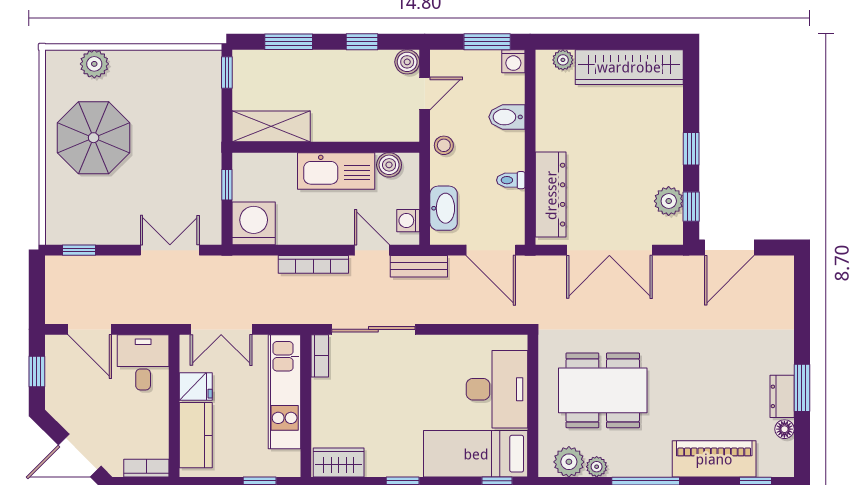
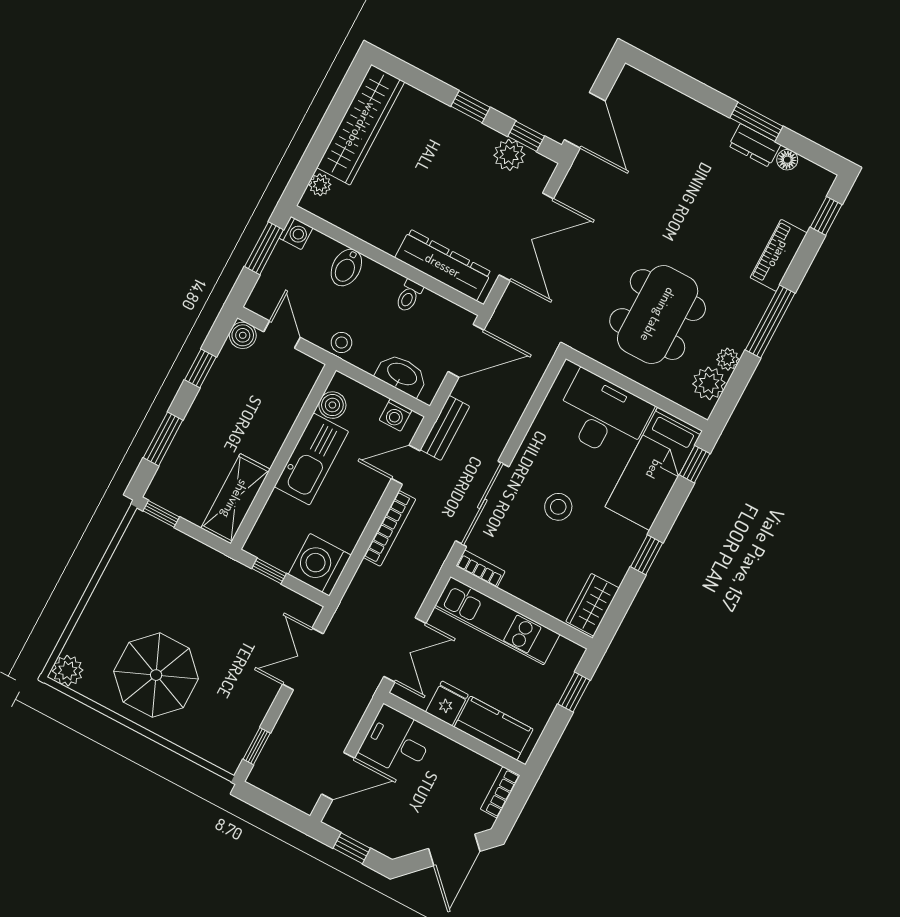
plant: (94, 64) -> (68, 671), moved
stool: (404, 392) -> (558, 507), added
piano: (714, 459) -> (779, 255), width x0.73, depth x0.75

